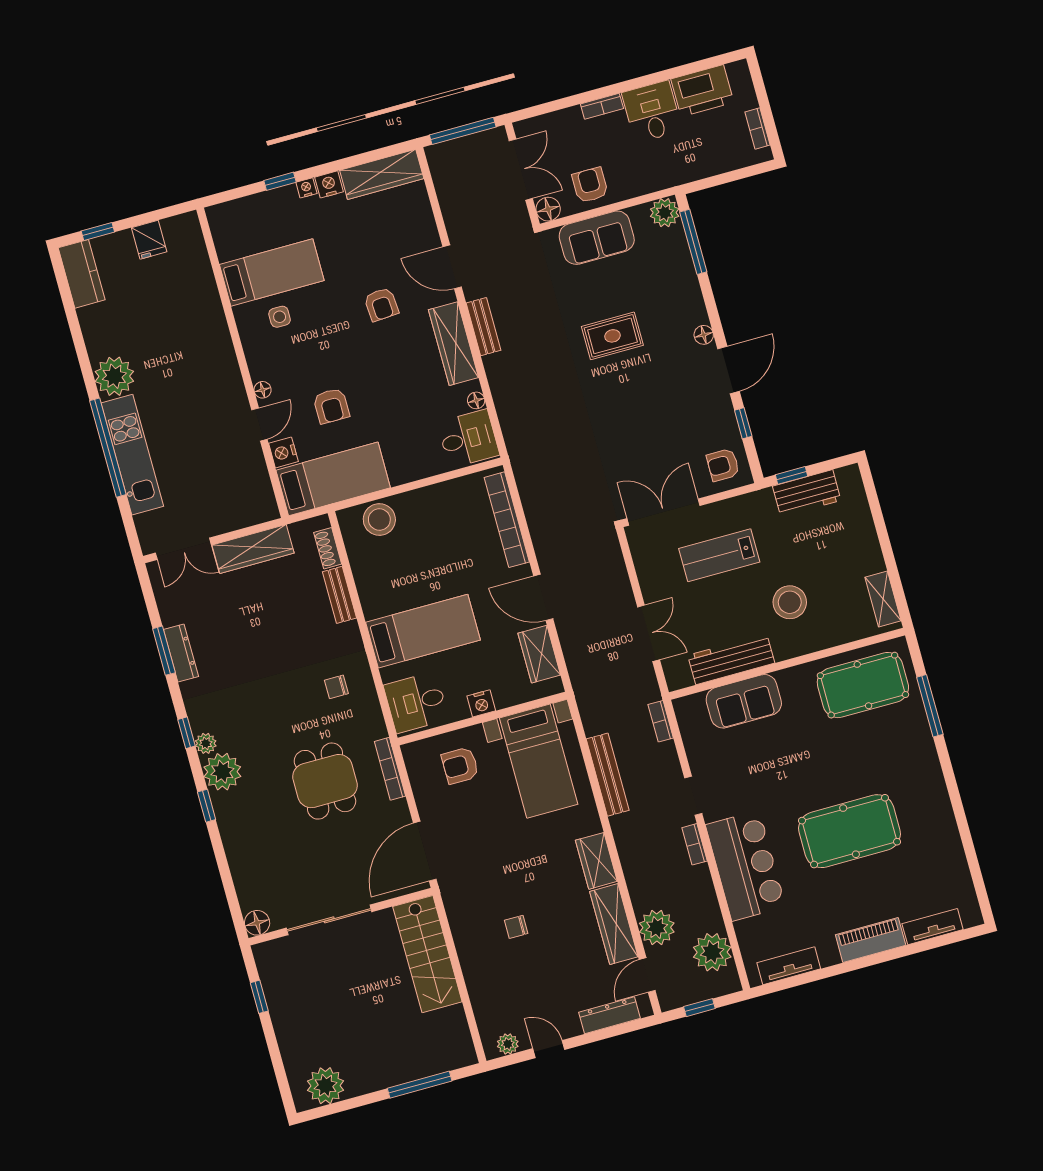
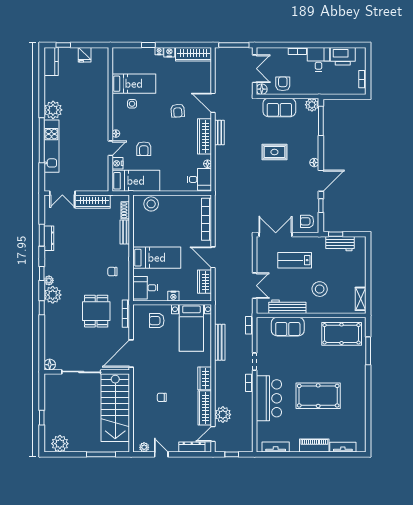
plant: (712, 952) -> (244, 432), removed
stairs: (427, 954) -> (115, 408), width x1.36, depth x1.51
window: (259, 997) -> (42, 418), moved

